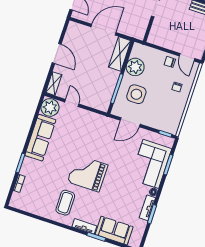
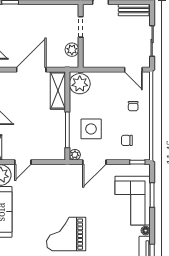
plant: (142, 24) -> (72, 50), added
chair: (170, 62) -> (127, 140), moved
plant: (135, 67) -> (80, 84), moved
door: (72, 103) -> (23, 162), swing flipped
plant: (116, 111) -> (75, 155), added

